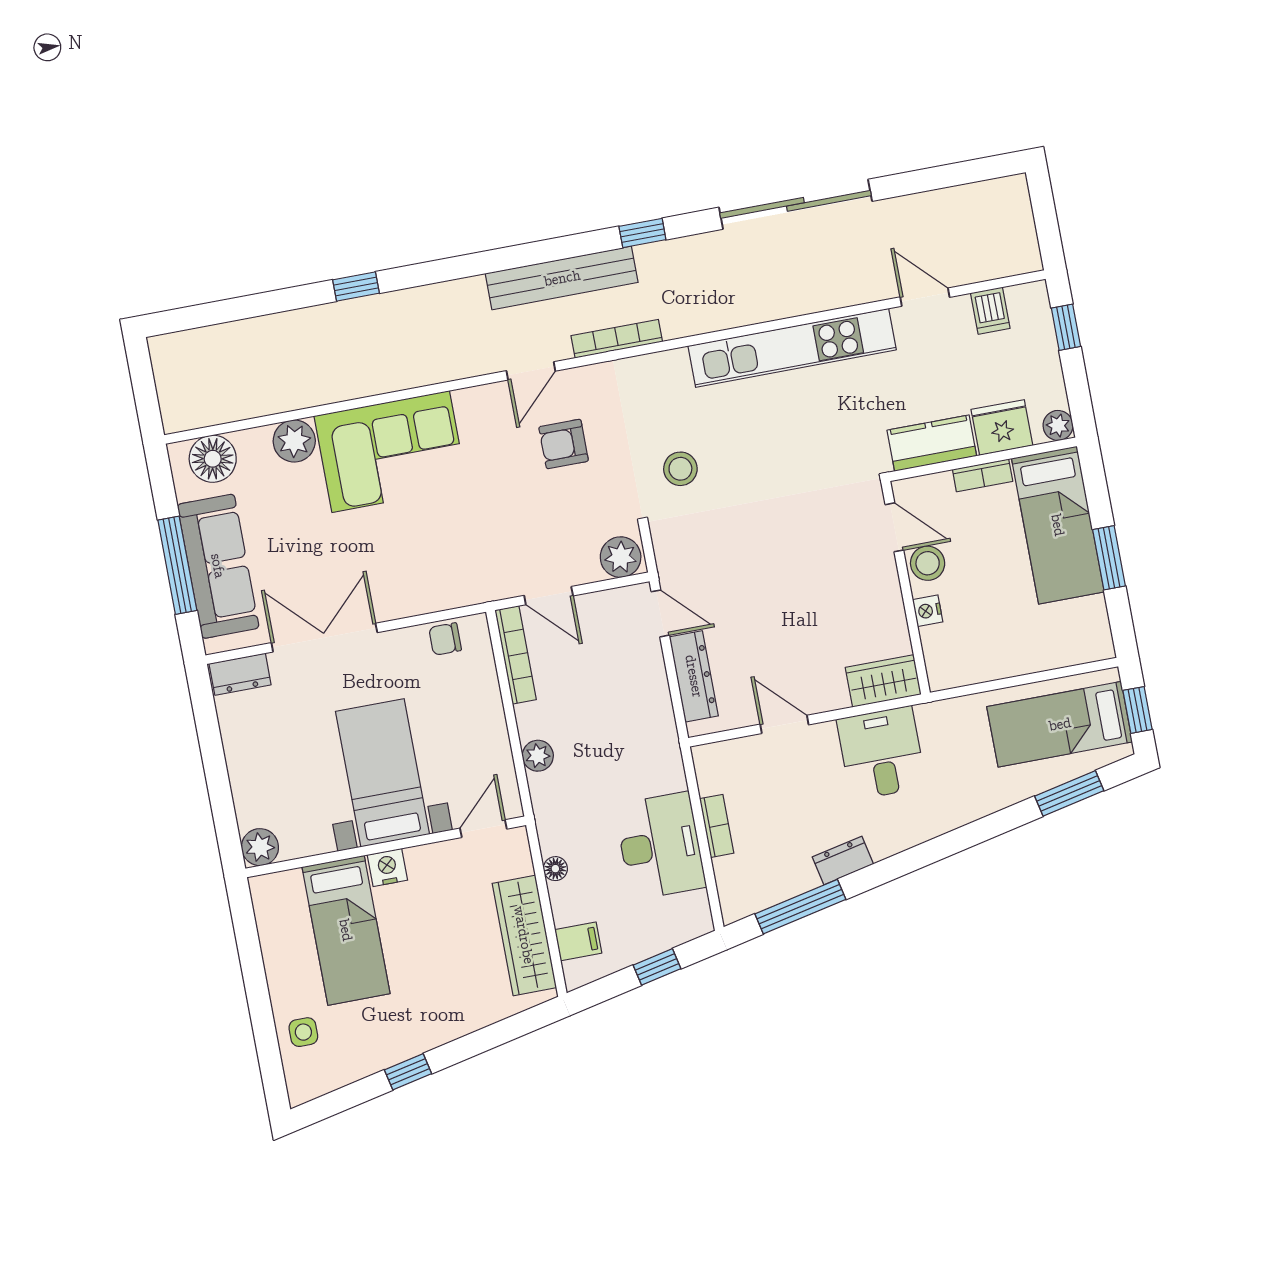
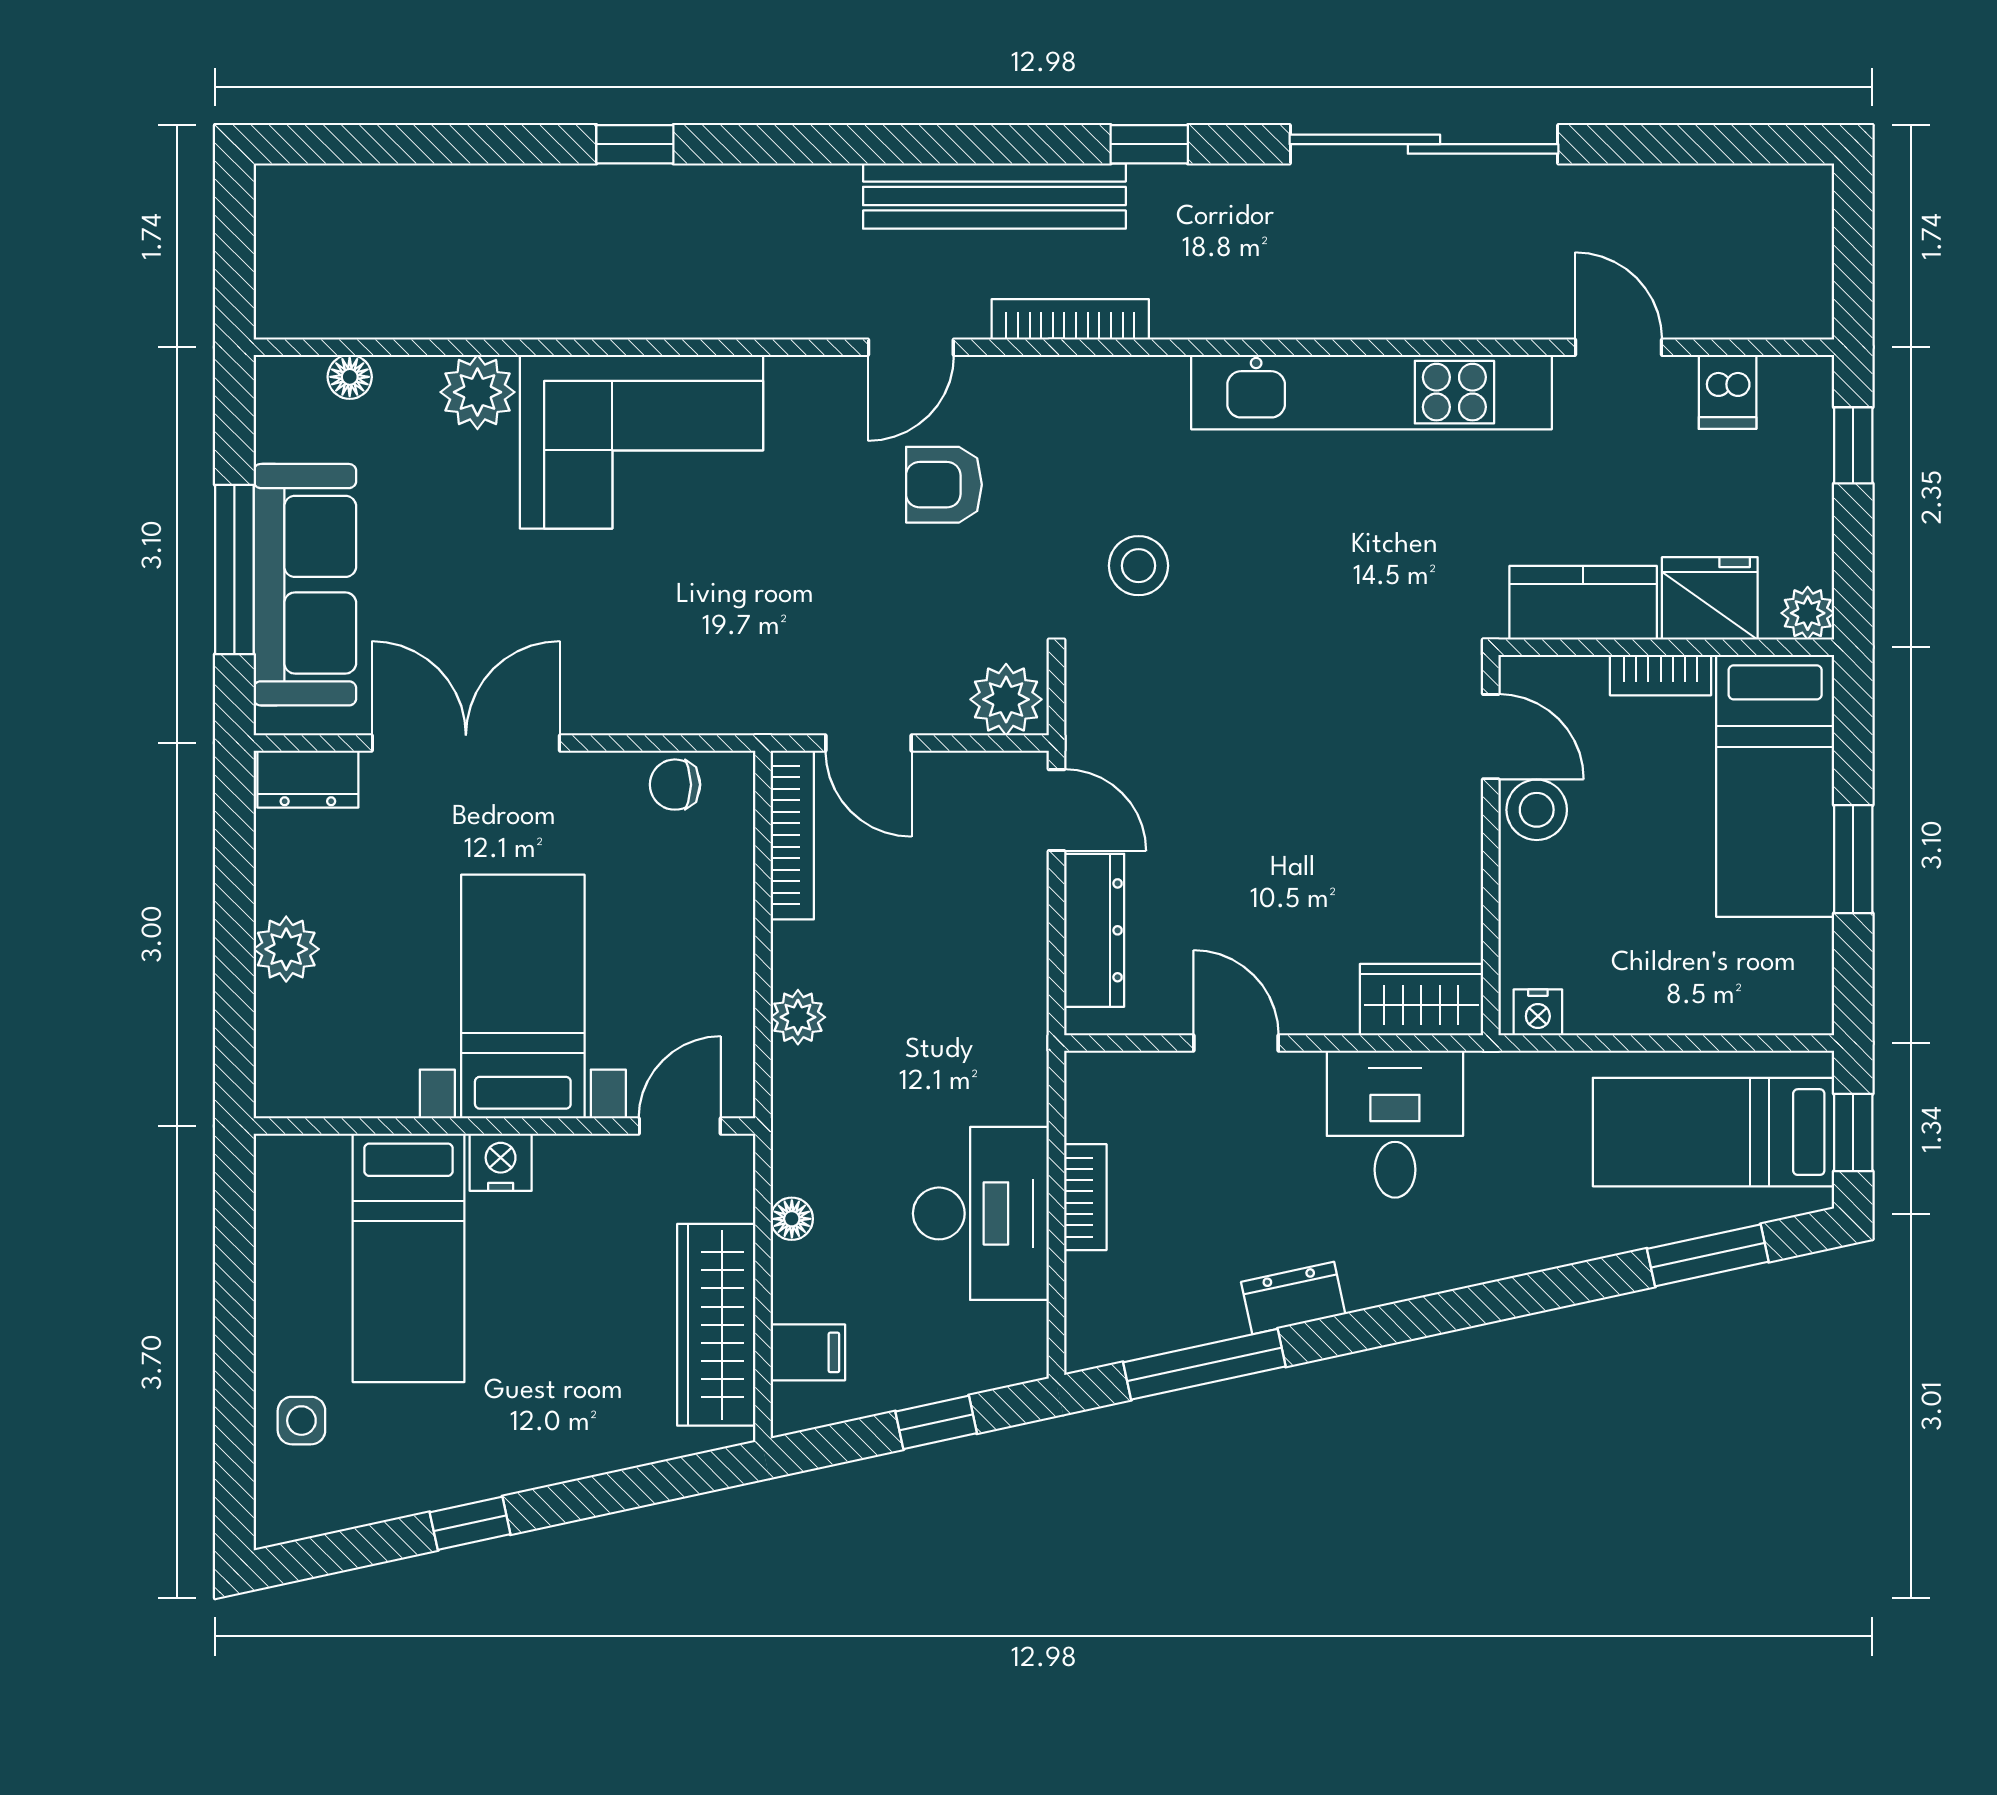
floor lamp: (213, 459) -> (350, 377), width x0.53, depth x0.53
nightstand: (928, 611) -> (1538, 1012), moved, turned -90
plant: (260, 847) -> (286, 949), moved

